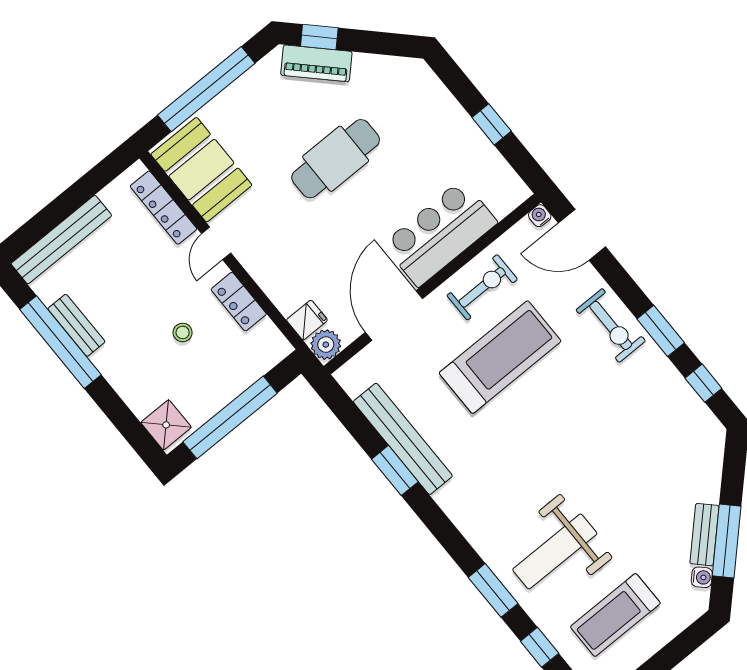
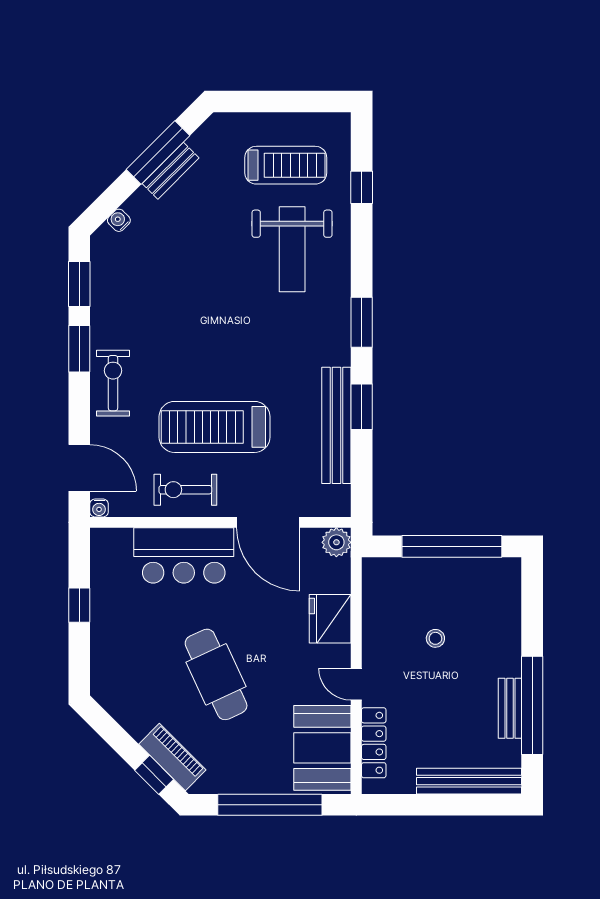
cafe table: (336, 159) -> (216, 674), turned 65
door: (216, 243) -> (356, 684), swing flipped
locker: (239, 302) -> (375, 627), removed
door: (394, 315) -> (268, 522), hinge flipped
fridge: (307, 320) -> (330, 619), moved, width x1.88, depth x1.34
window: (703, 383) -> (79, 284), width x1.50
shower: (166, 425) -> (504, 580), removed
weight bench: (555, 551) -> (292, 249), turned 90
water cooler: (702, 577) -> (119, 220), moved
window: (493, 590) -> (362, 322), moved

